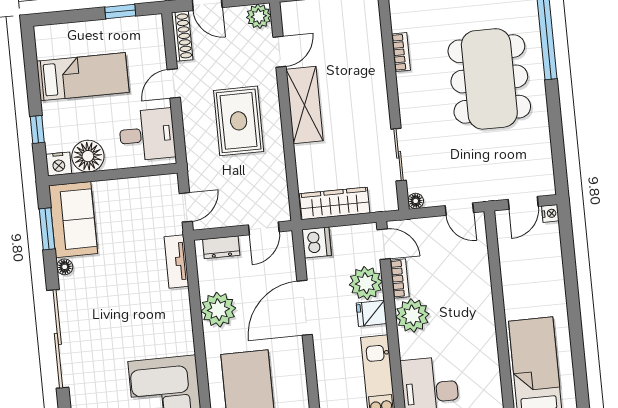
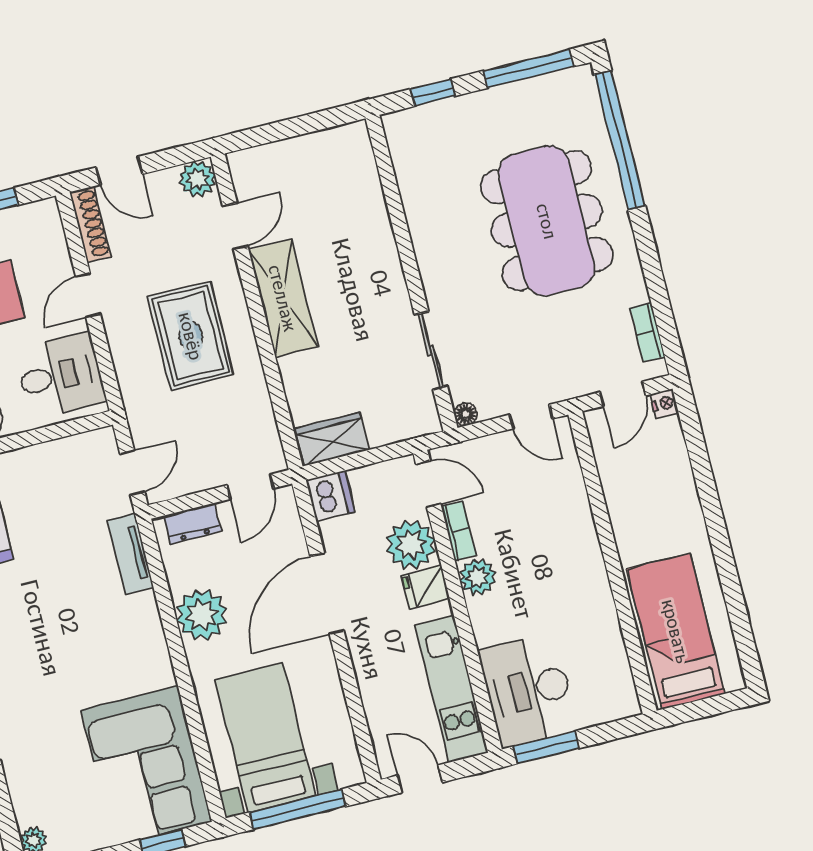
bookcase: (401, 52) -> (647, 332), moved, turned 180
wardrobe: (335, 203) -> (332, 439), width x0.67
plant: (412, 316) -> (478, 577), width x0.73, depth x0.73

